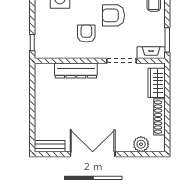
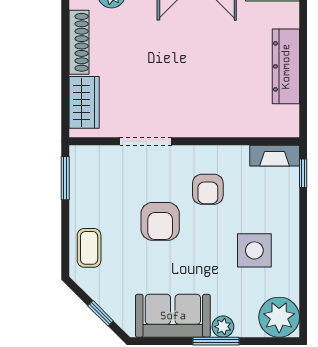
armchair: (113, 15) -> (160, 221), turned 90
fireplace: (151, 53) -> (275, 156), moved
dresser: (76, 71) -> (286, 66), moved, turned -90

